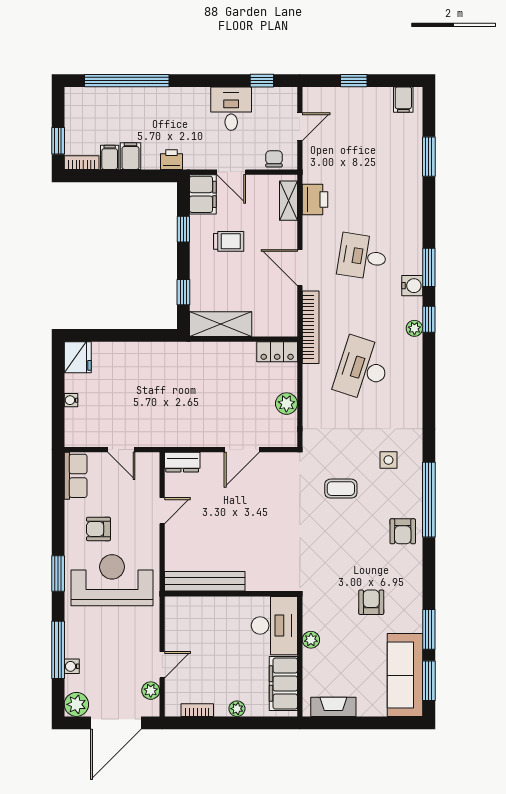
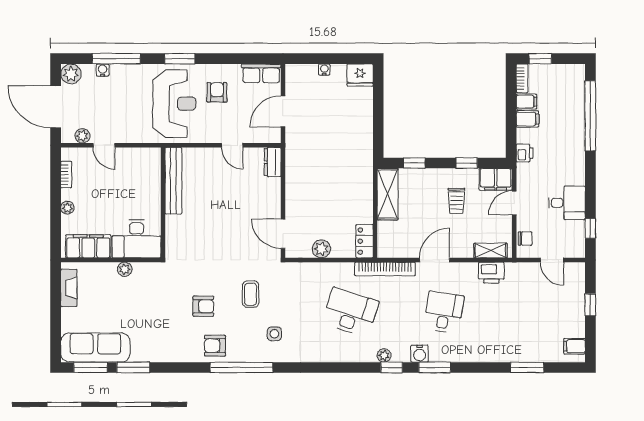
door: (121, 450) -> (283, 111), width x1.38
door: (242, 450) -> (283, 234), moved
armchair: (371, 602) -> (203, 306), moved

